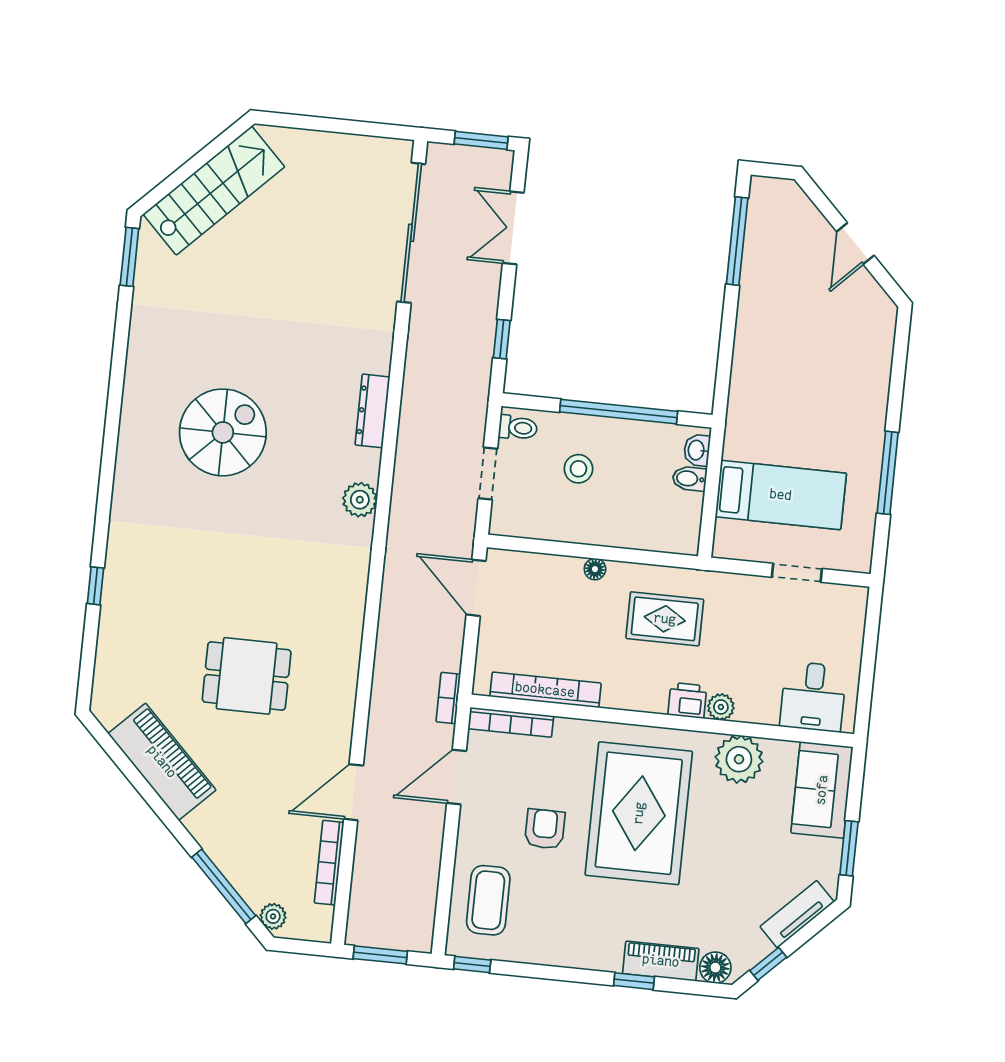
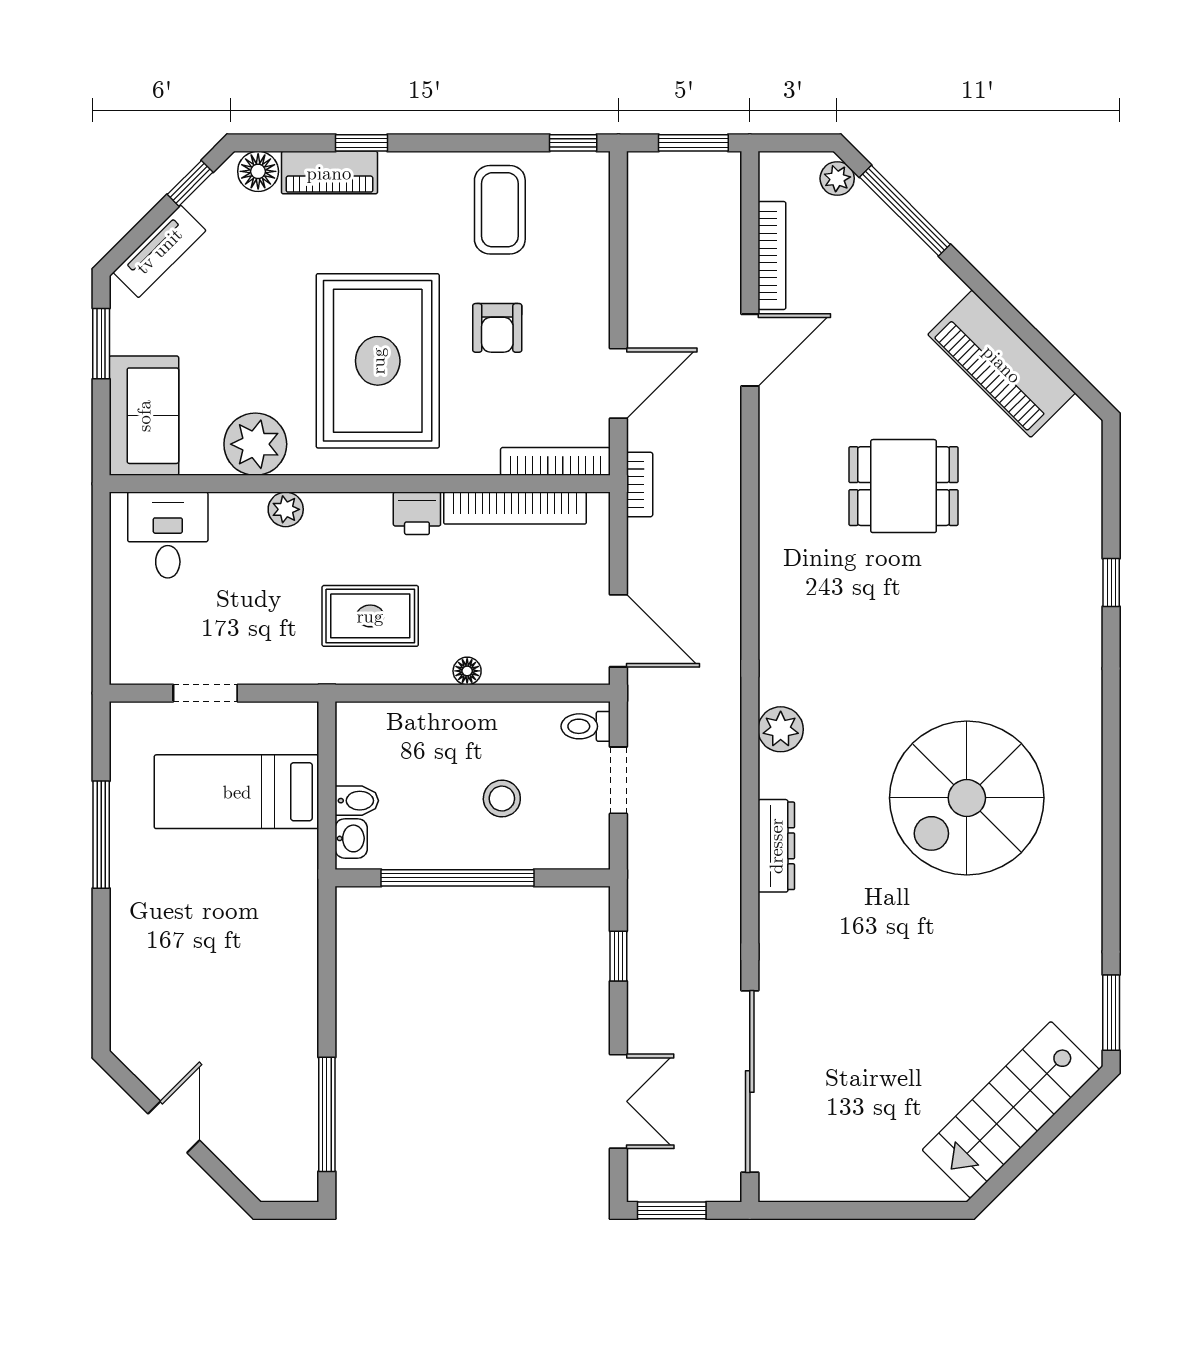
toilet: (518, 428) -> (586, 726), moved
spiral stairs: (223, 432) -> (967, 798), width x1.37, depth x1.37
printer: (687, 700) -> (417, 513), moved
coffee table: (488, 900) -> (500, 210), moved

